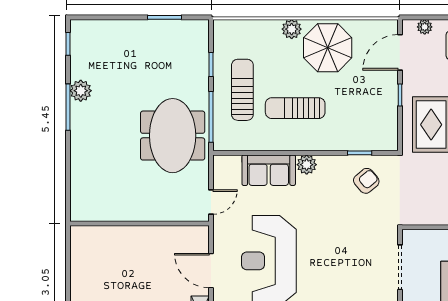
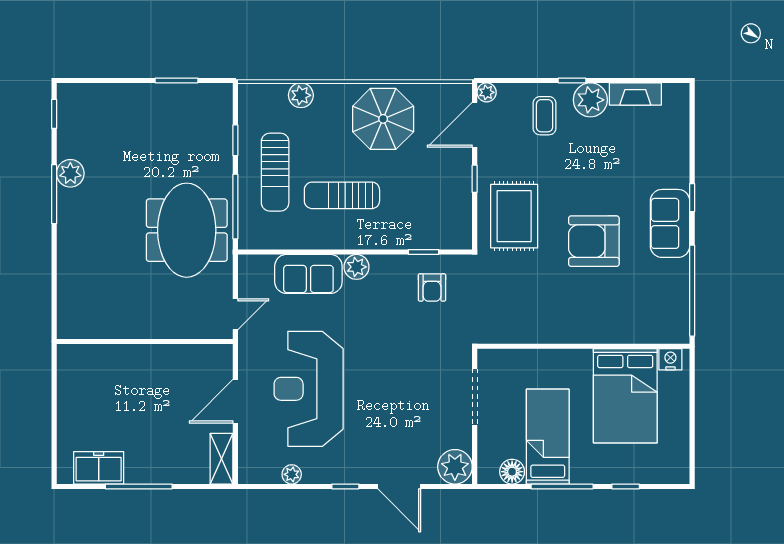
plant: (425, 27) -> (487, 92), moved
plant: (292, 29) -> (301, 95), moved
sun lounger: (242, 90) -> (275, 172), turned 180
armchair: (366, 181) -> (432, 287), turned 130
door: (211, 271) -> (235, 401), hinge flipped

